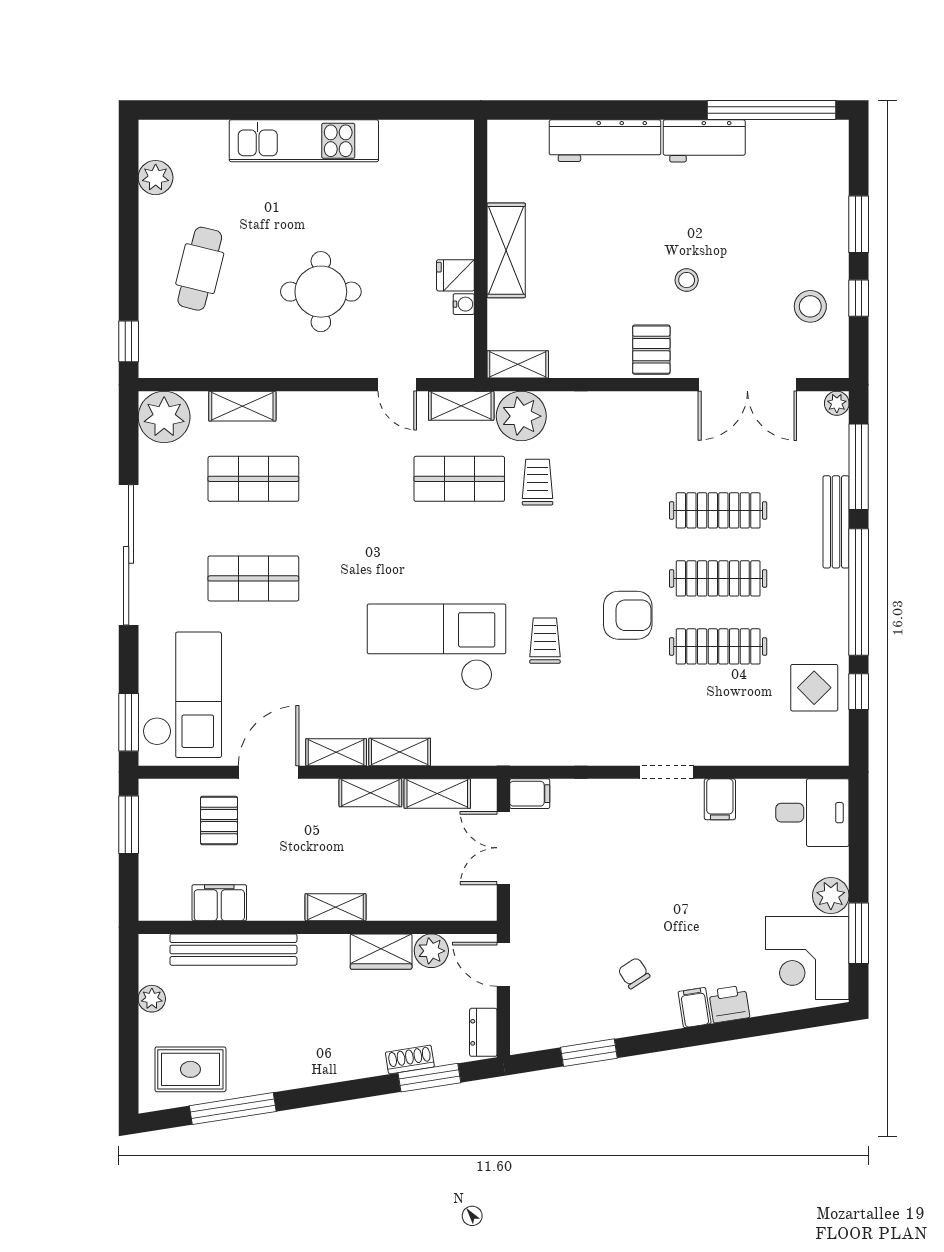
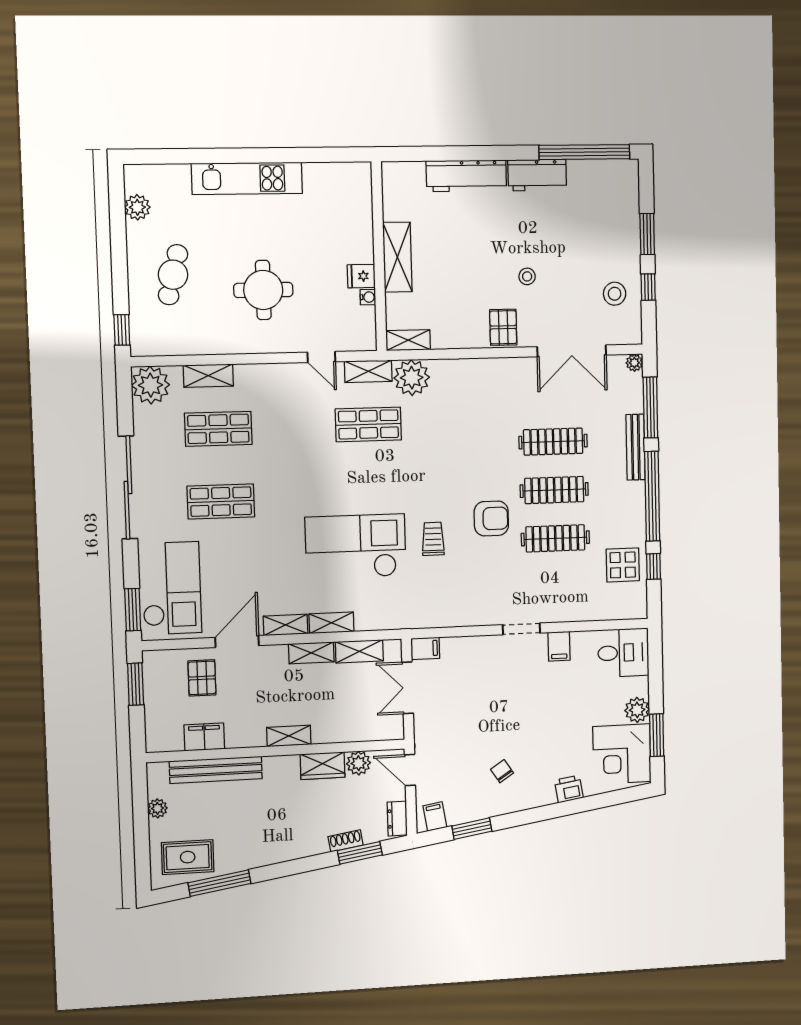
trolley: (537, 482) -> (425, 425), removed
filing cabinet: (695, 1008) -> (435, 816), moved

